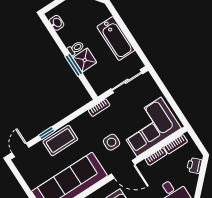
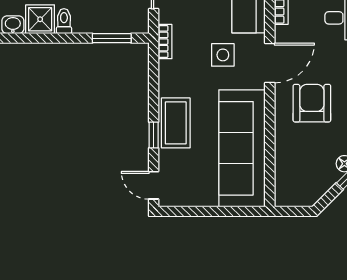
shower: (85, 60) -> (40, 19), moved
window: (74, 65) -> (112, 38), moved

